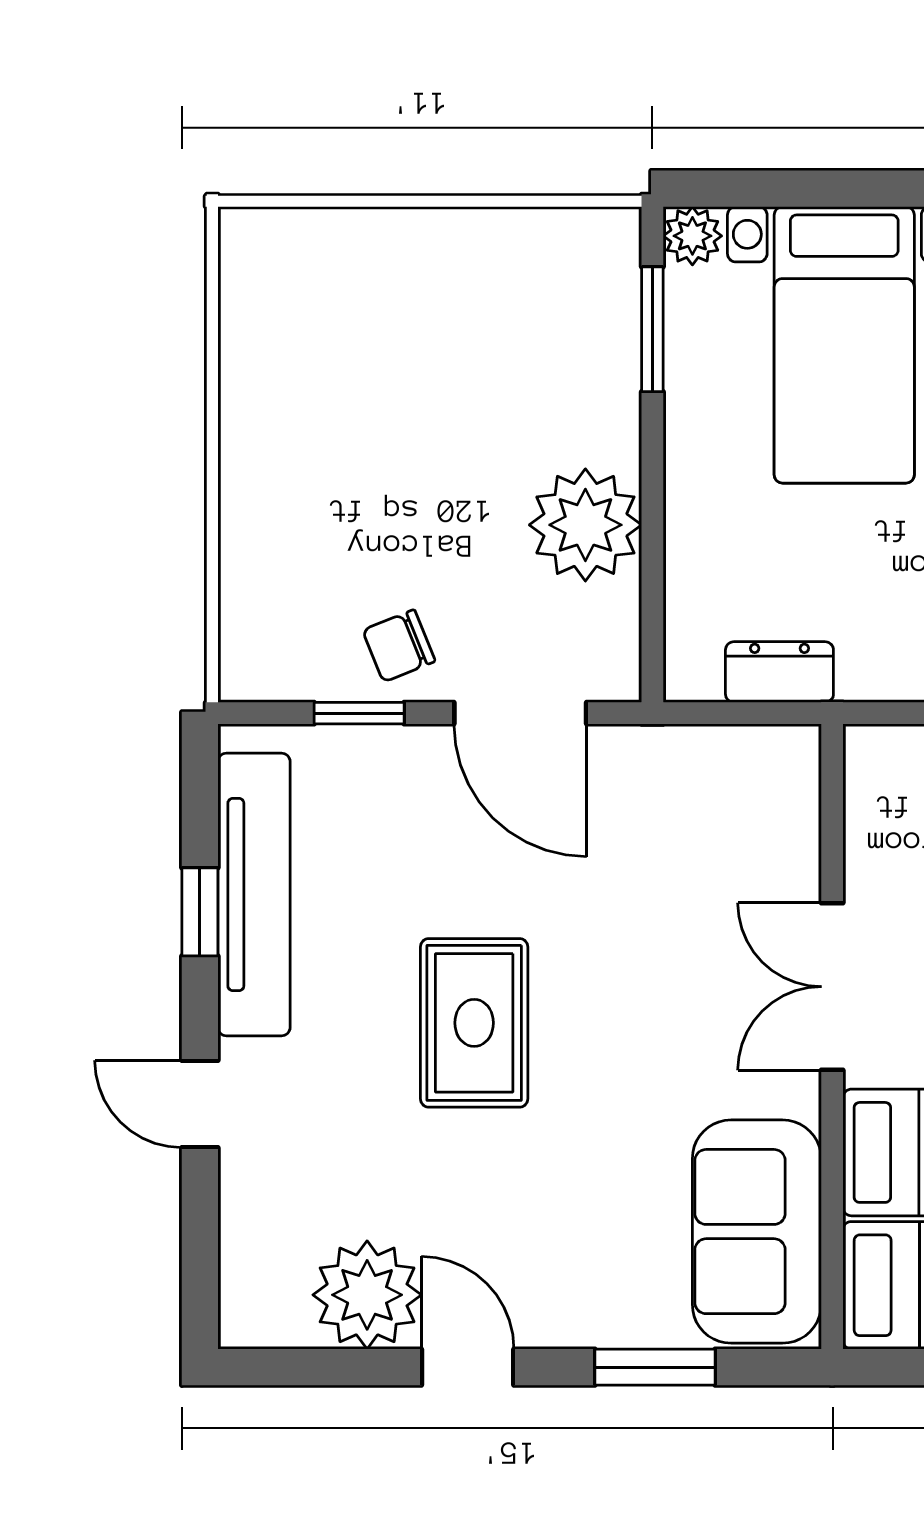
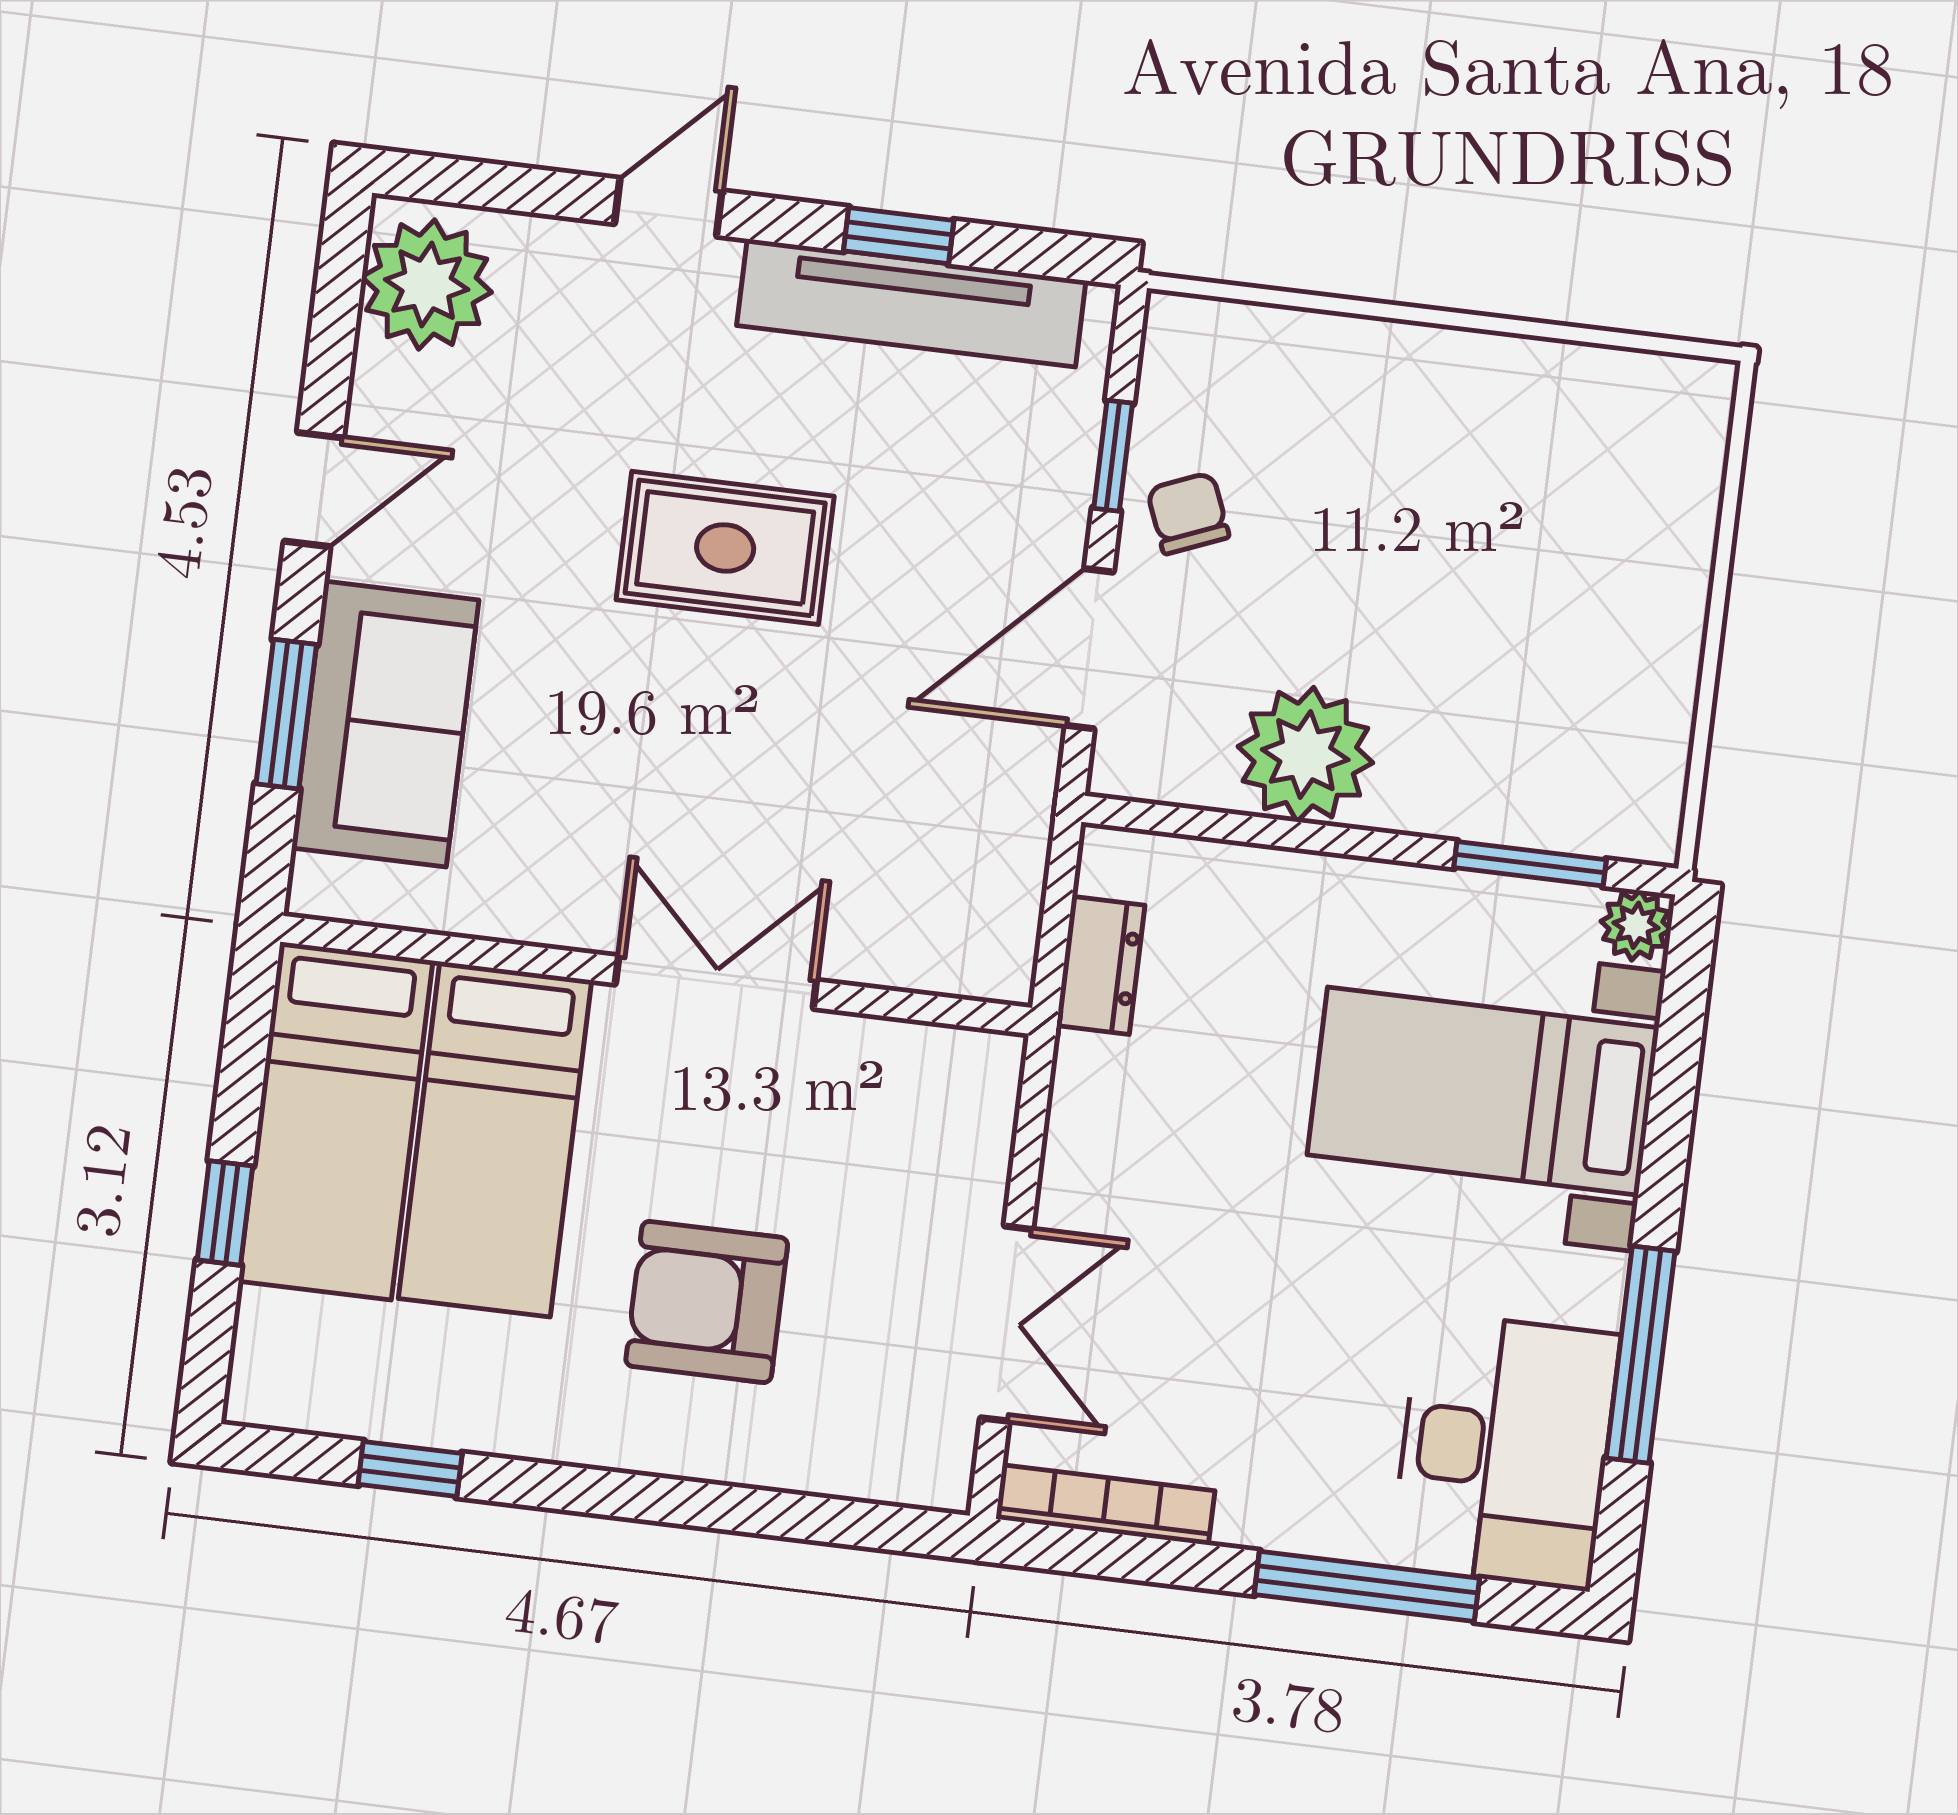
sofa: (757, 1232) -> (385, 724), moved, turned 90
plant: (367, 1295) -> (427, 285), moved

